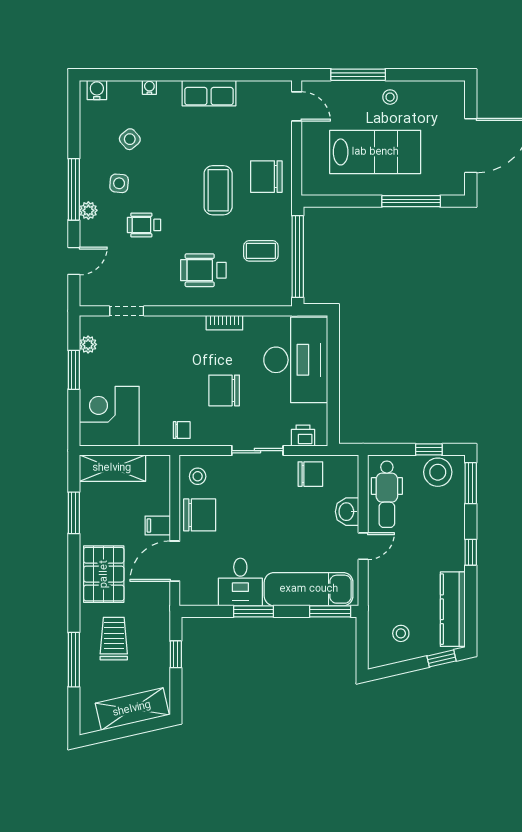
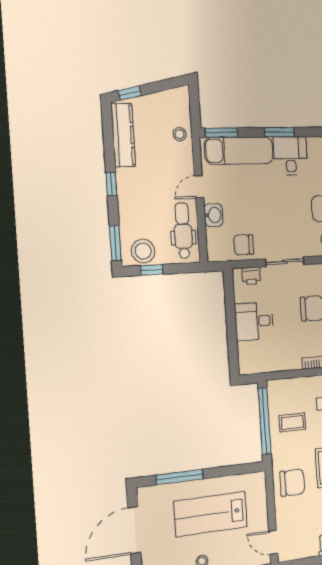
desk: (296, 360) -> (254, 321), width x0.53, depth x0.77
stool: (401, 633) -> (180, 134), moved

